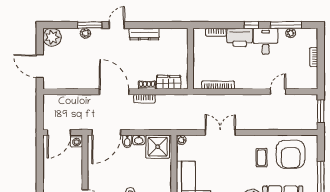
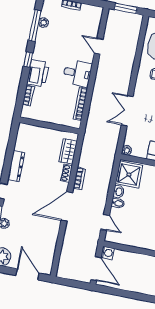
desk: (266, 41) -> (77, 73), moved, turned 180
door: (40, 66) -> (27, 274), swing flipped
door: (106, 132) -> (105, 222), width x0.53

